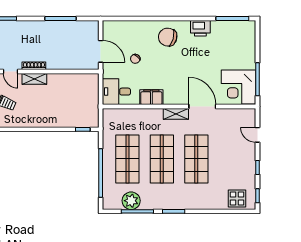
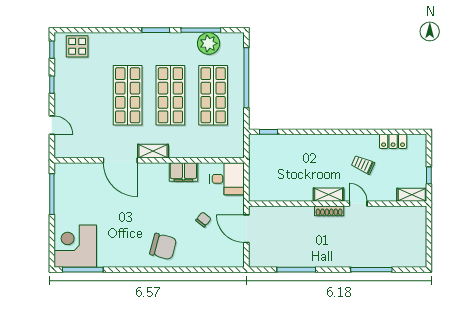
printer: (200, 28) -> (123, 257), removed
corner desk: (239, 87) -> (75, 246), moved, turned -90

